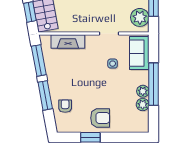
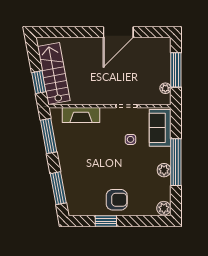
plant: (140, 17) -> (165, 88), width x0.53, depth x0.53
window: (45, 95) -> (58, 188), moved
plant: (143, 105) -> (164, 208), moved
armchair: (65, 106) -> (78, 186), removed

